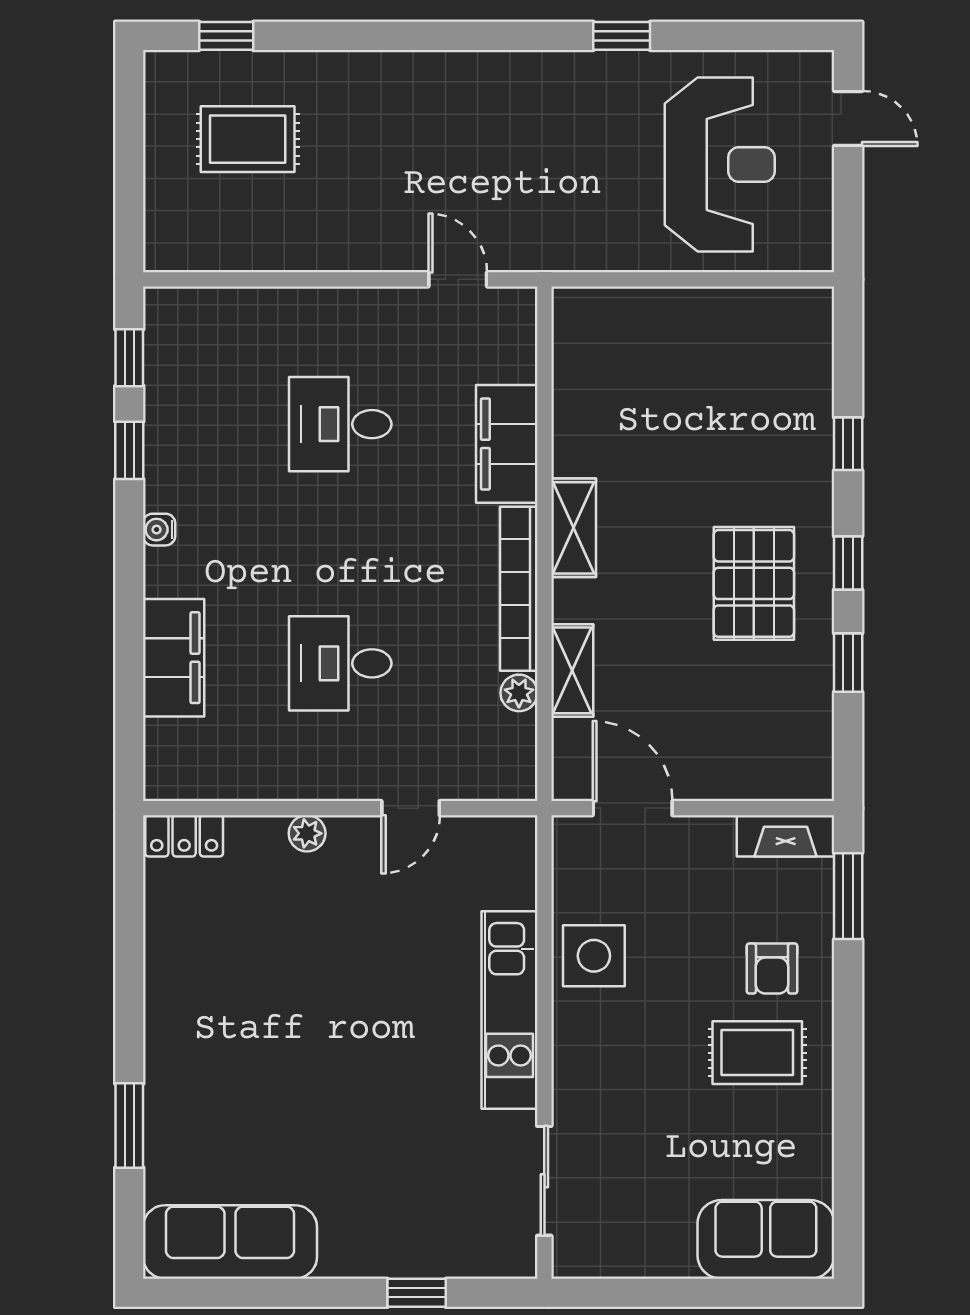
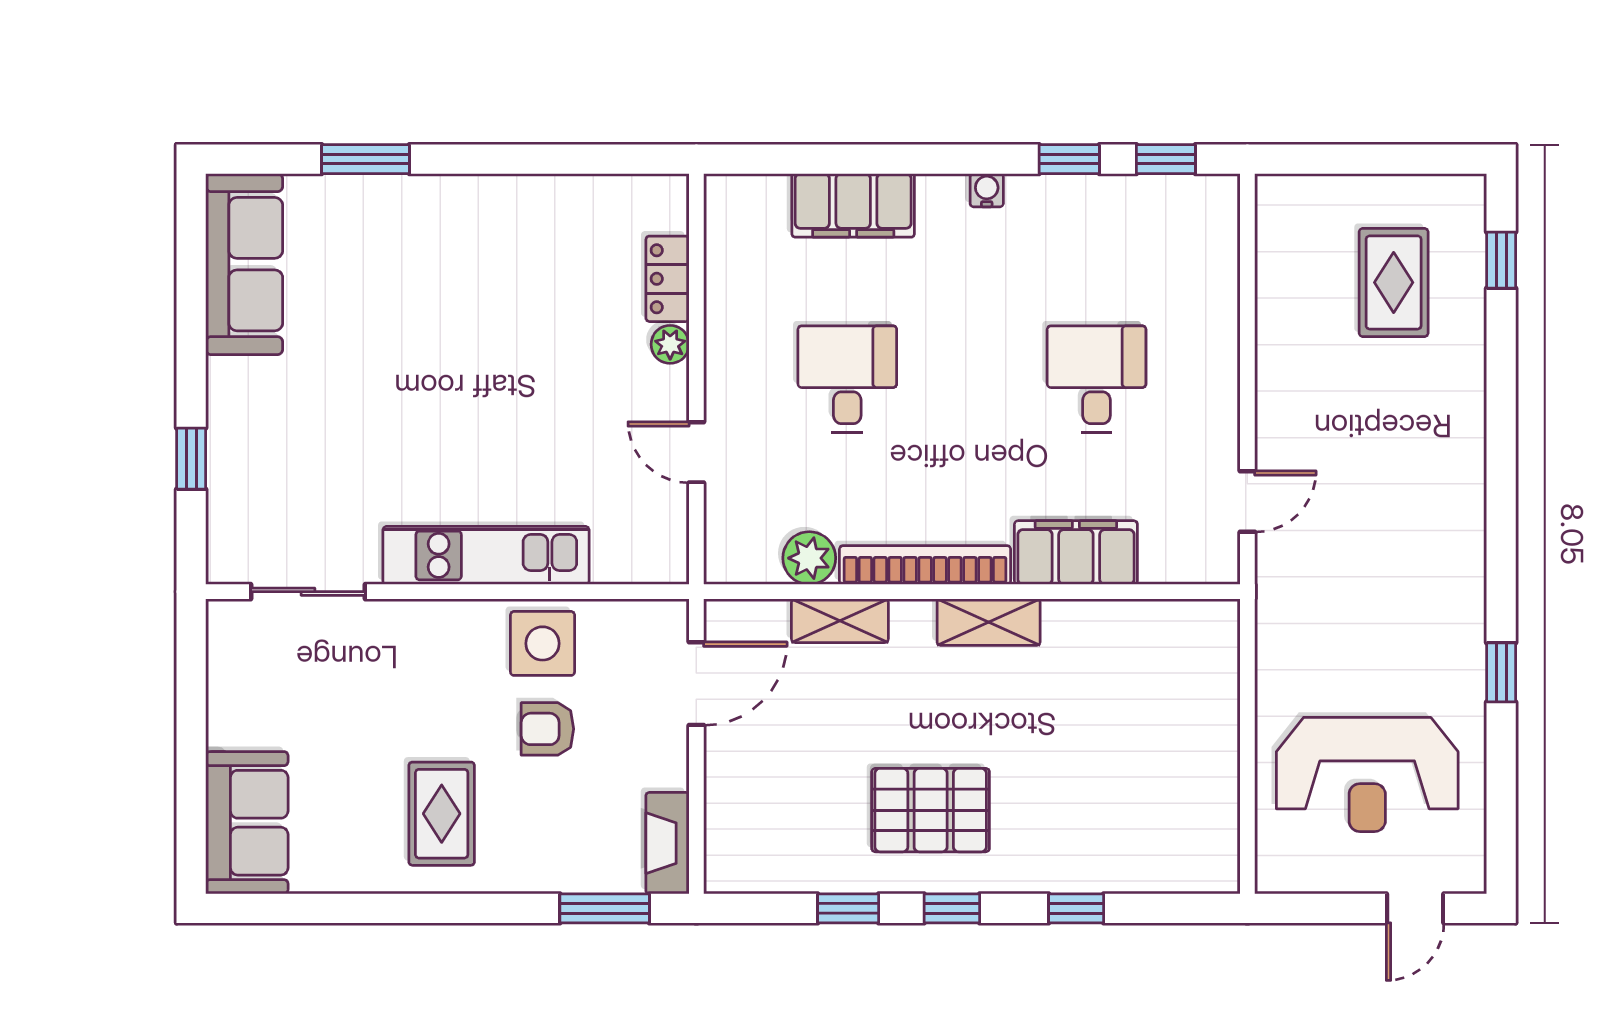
plant: (519, 693) -> (809, 558), width x1.38, depth x1.38
locker: (184, 836) -> (668, 279), moved
armchair: (772, 969) -> (547, 729), moved

